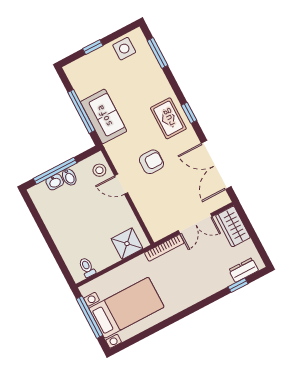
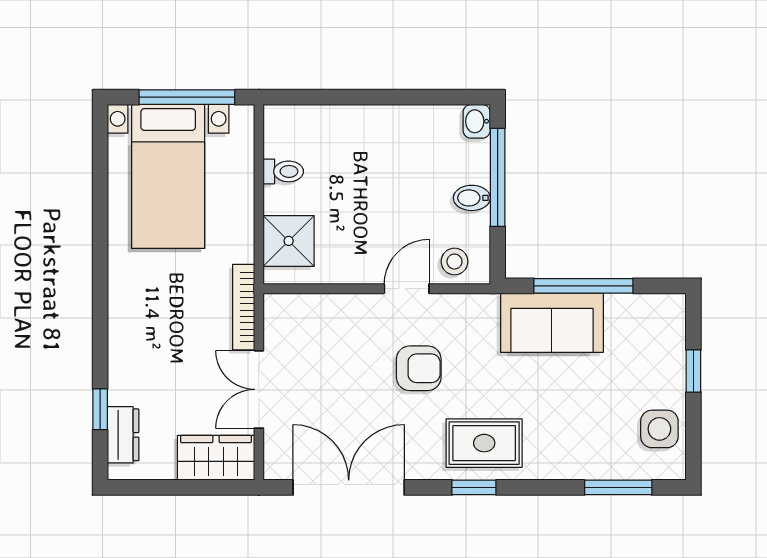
armchair: (152, 162) -> (419, 368), turned -90
washbasin: (55, 182) -> (477, 121), moved
toilet: (87, 267) -> (283, 171), moved

